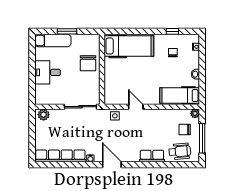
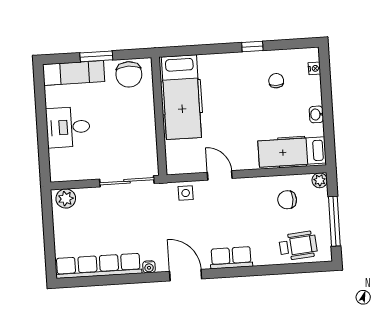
window: (172, 31) -> (252, 47), moved
hospital bed: (129, 46) -> (181, 97), moved, turned 90
chair: (88, 63) -> (129, 74), moved
chair: (185, 130) -> (287, 200), moved
row of seats: (152, 156) -> (231, 258), moved

